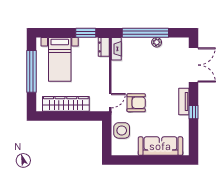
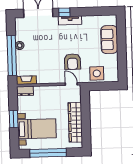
window: (86, 33) -> (14, 119), moved
armchair: (136, 103) -> (72, 62), turned 180
window: (194, 112) -> (64, 12), moved
sofa: (160, 146) -> (109, 40), width x0.73

